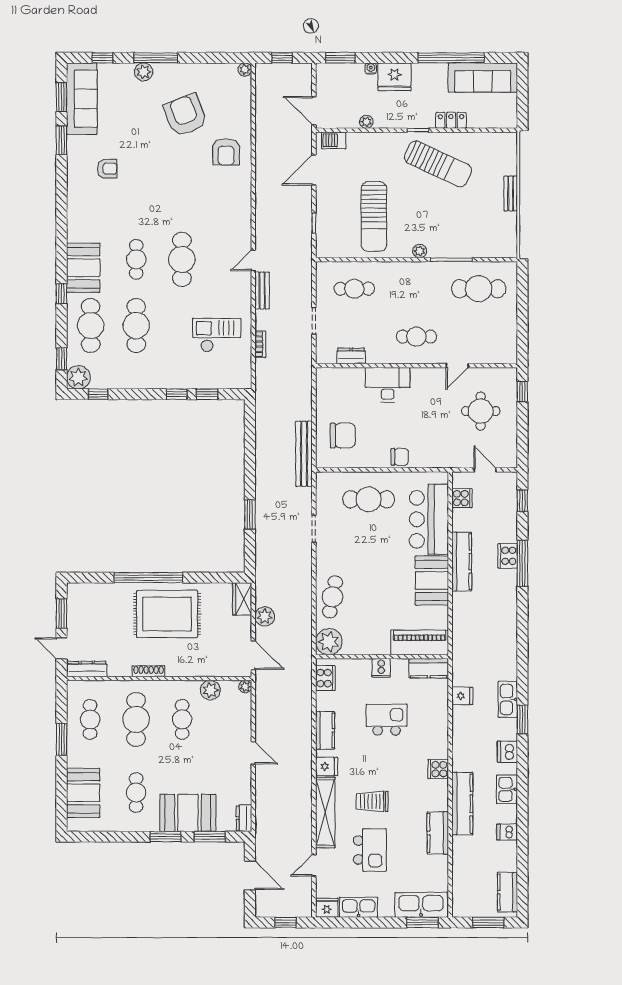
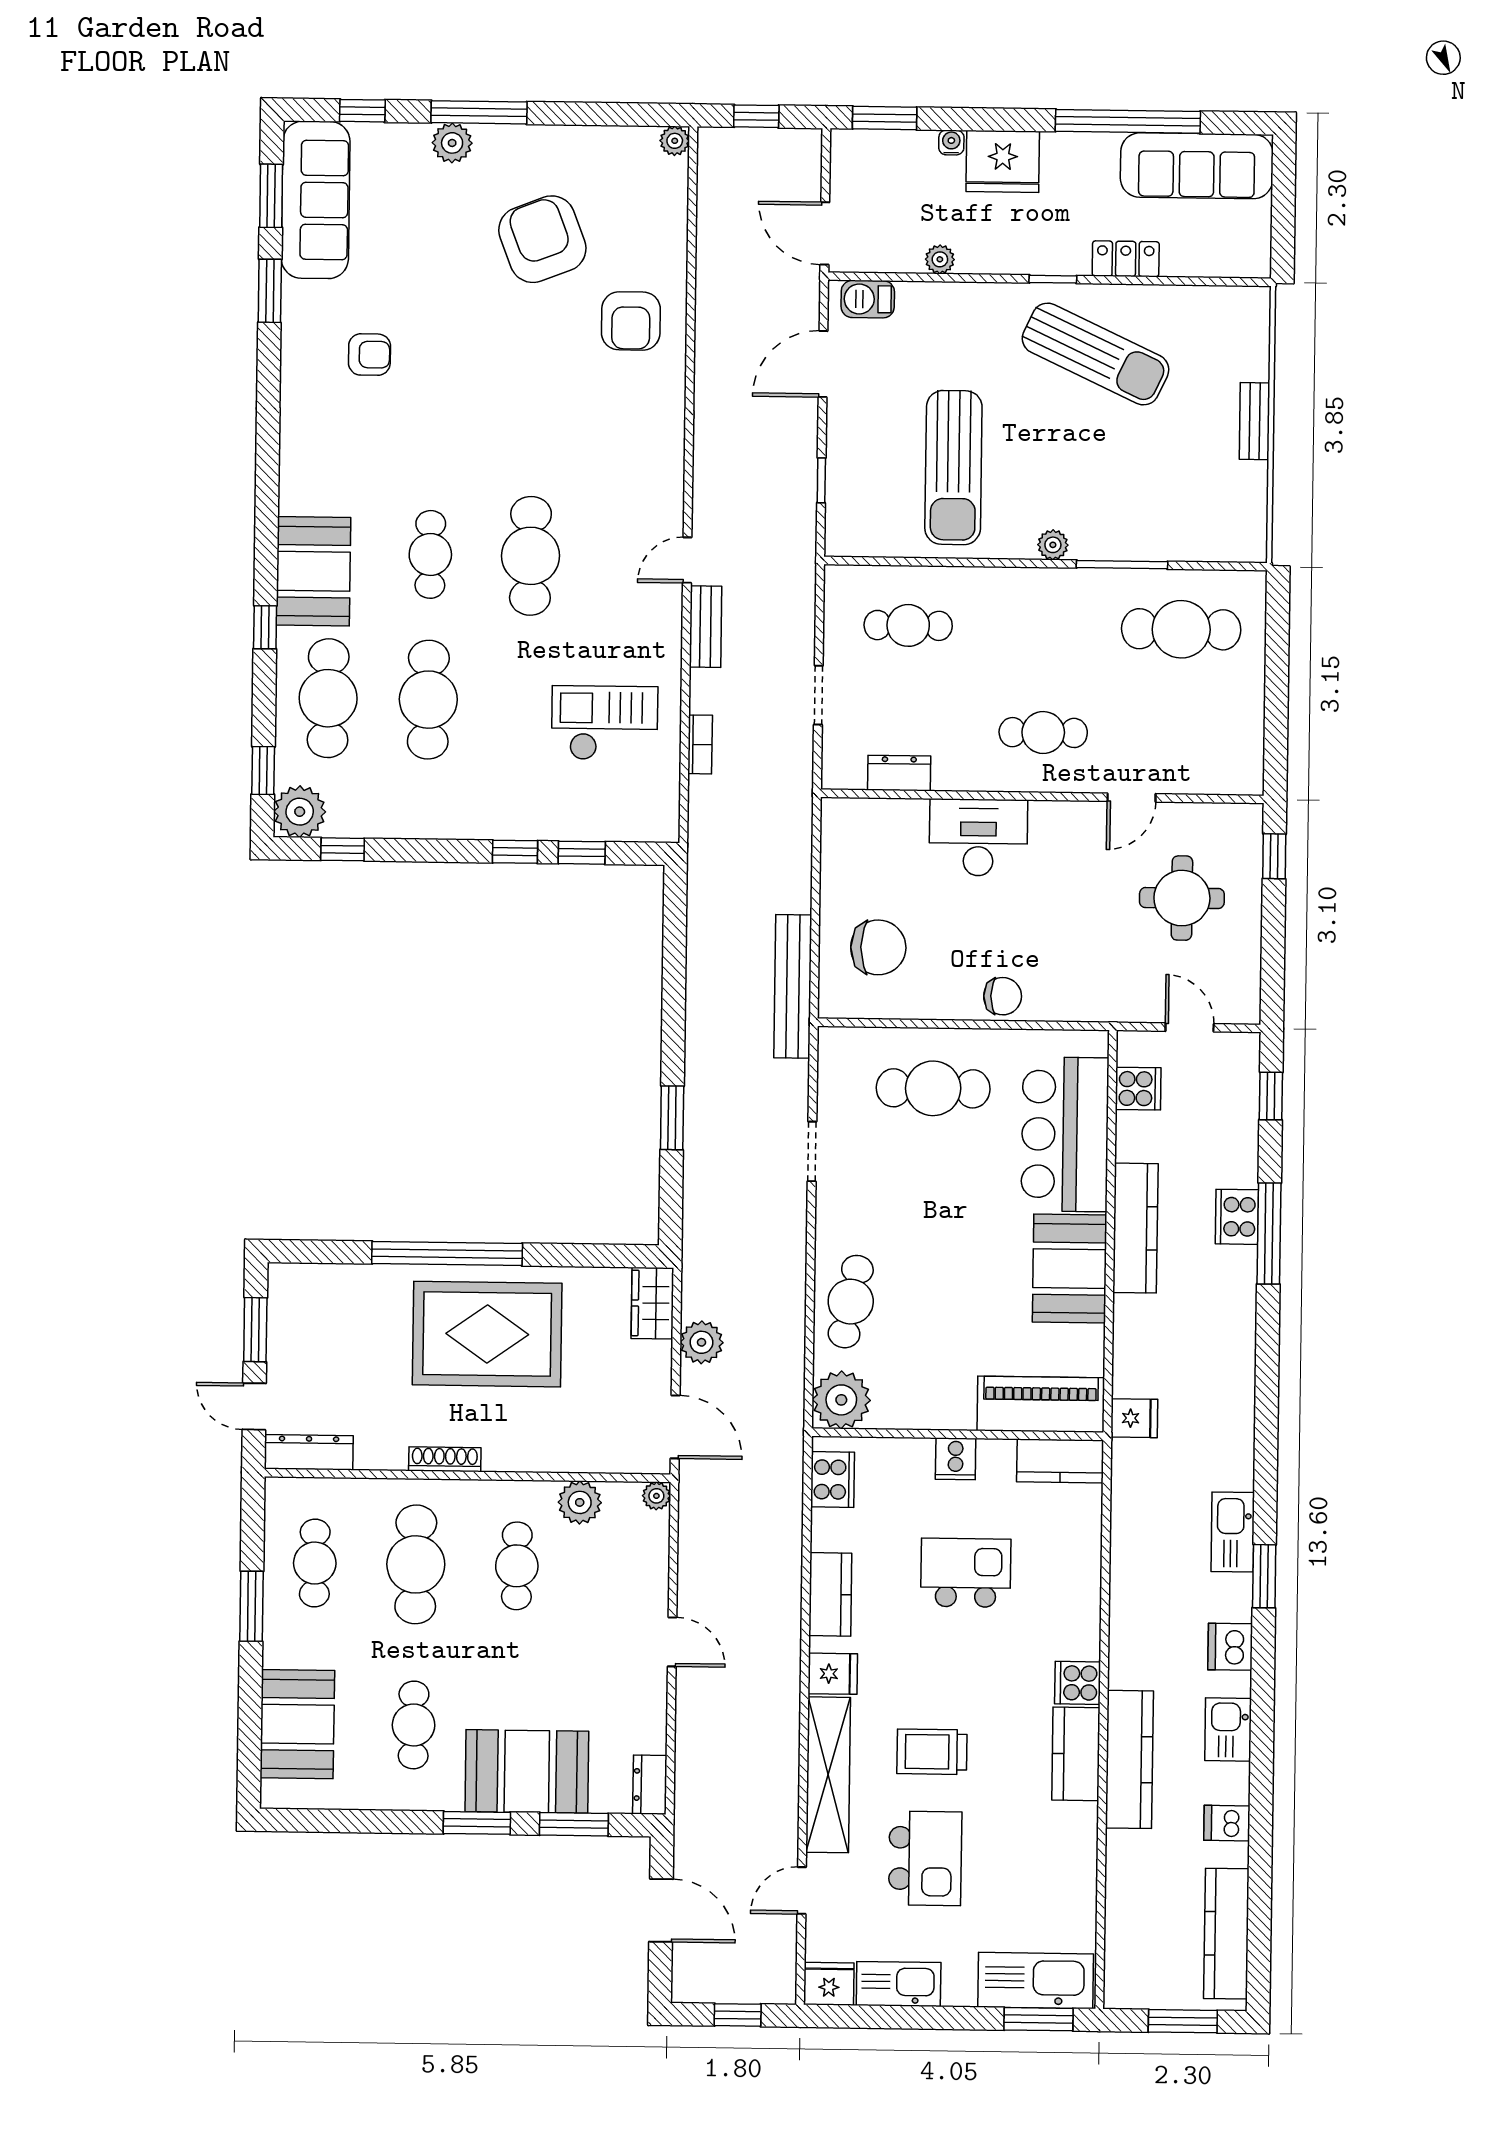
fridge: (462, 696) -> (1134, 1418), moved
kitchen counter: (438, 833) -> (1076, 1754), moved
kitchen counter: (507, 892) -> (1226, 1934), width x1.50

